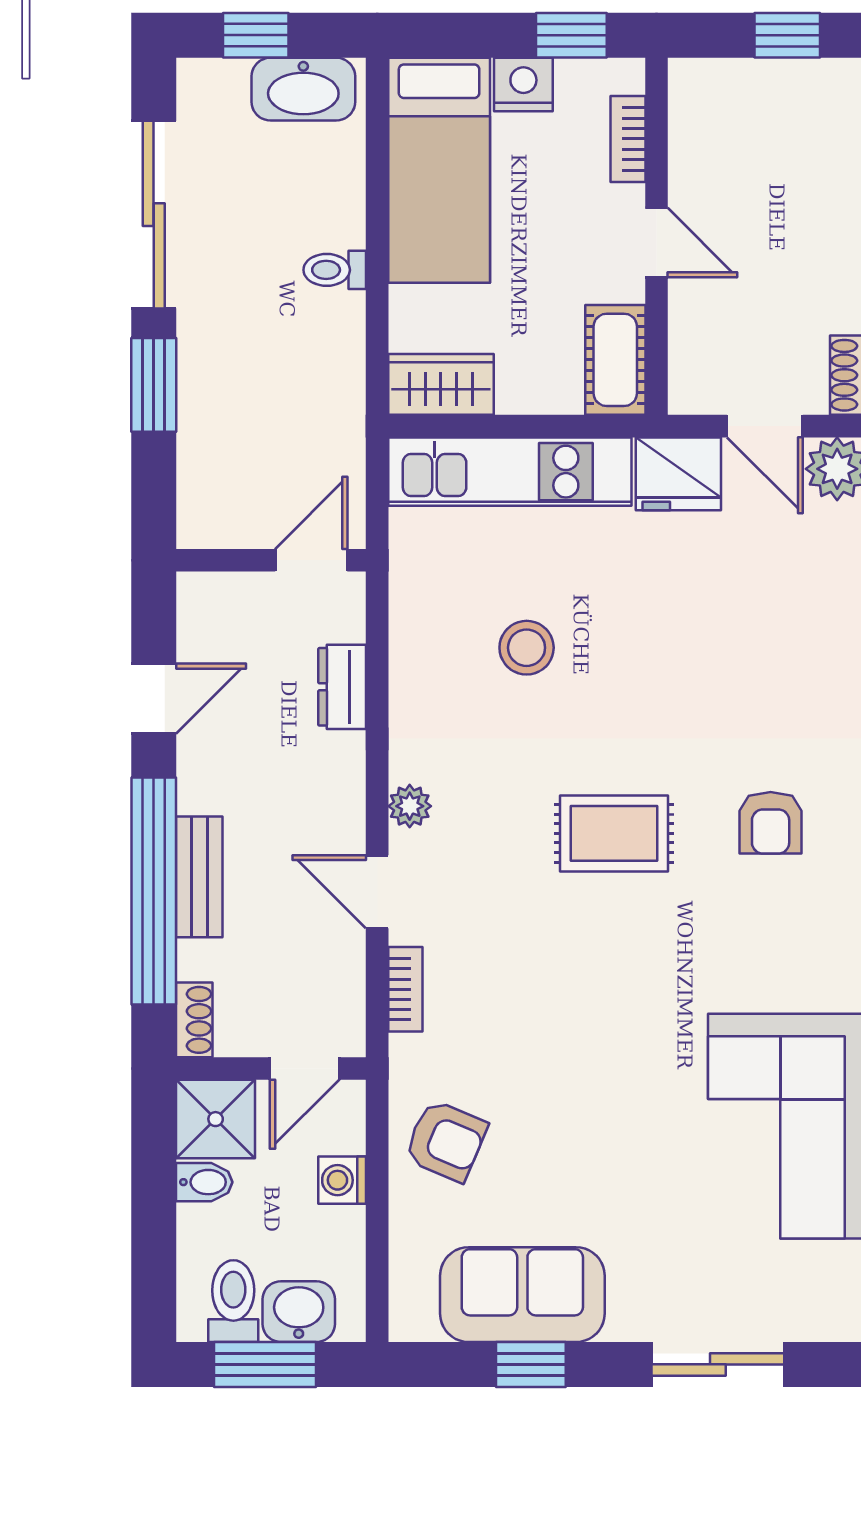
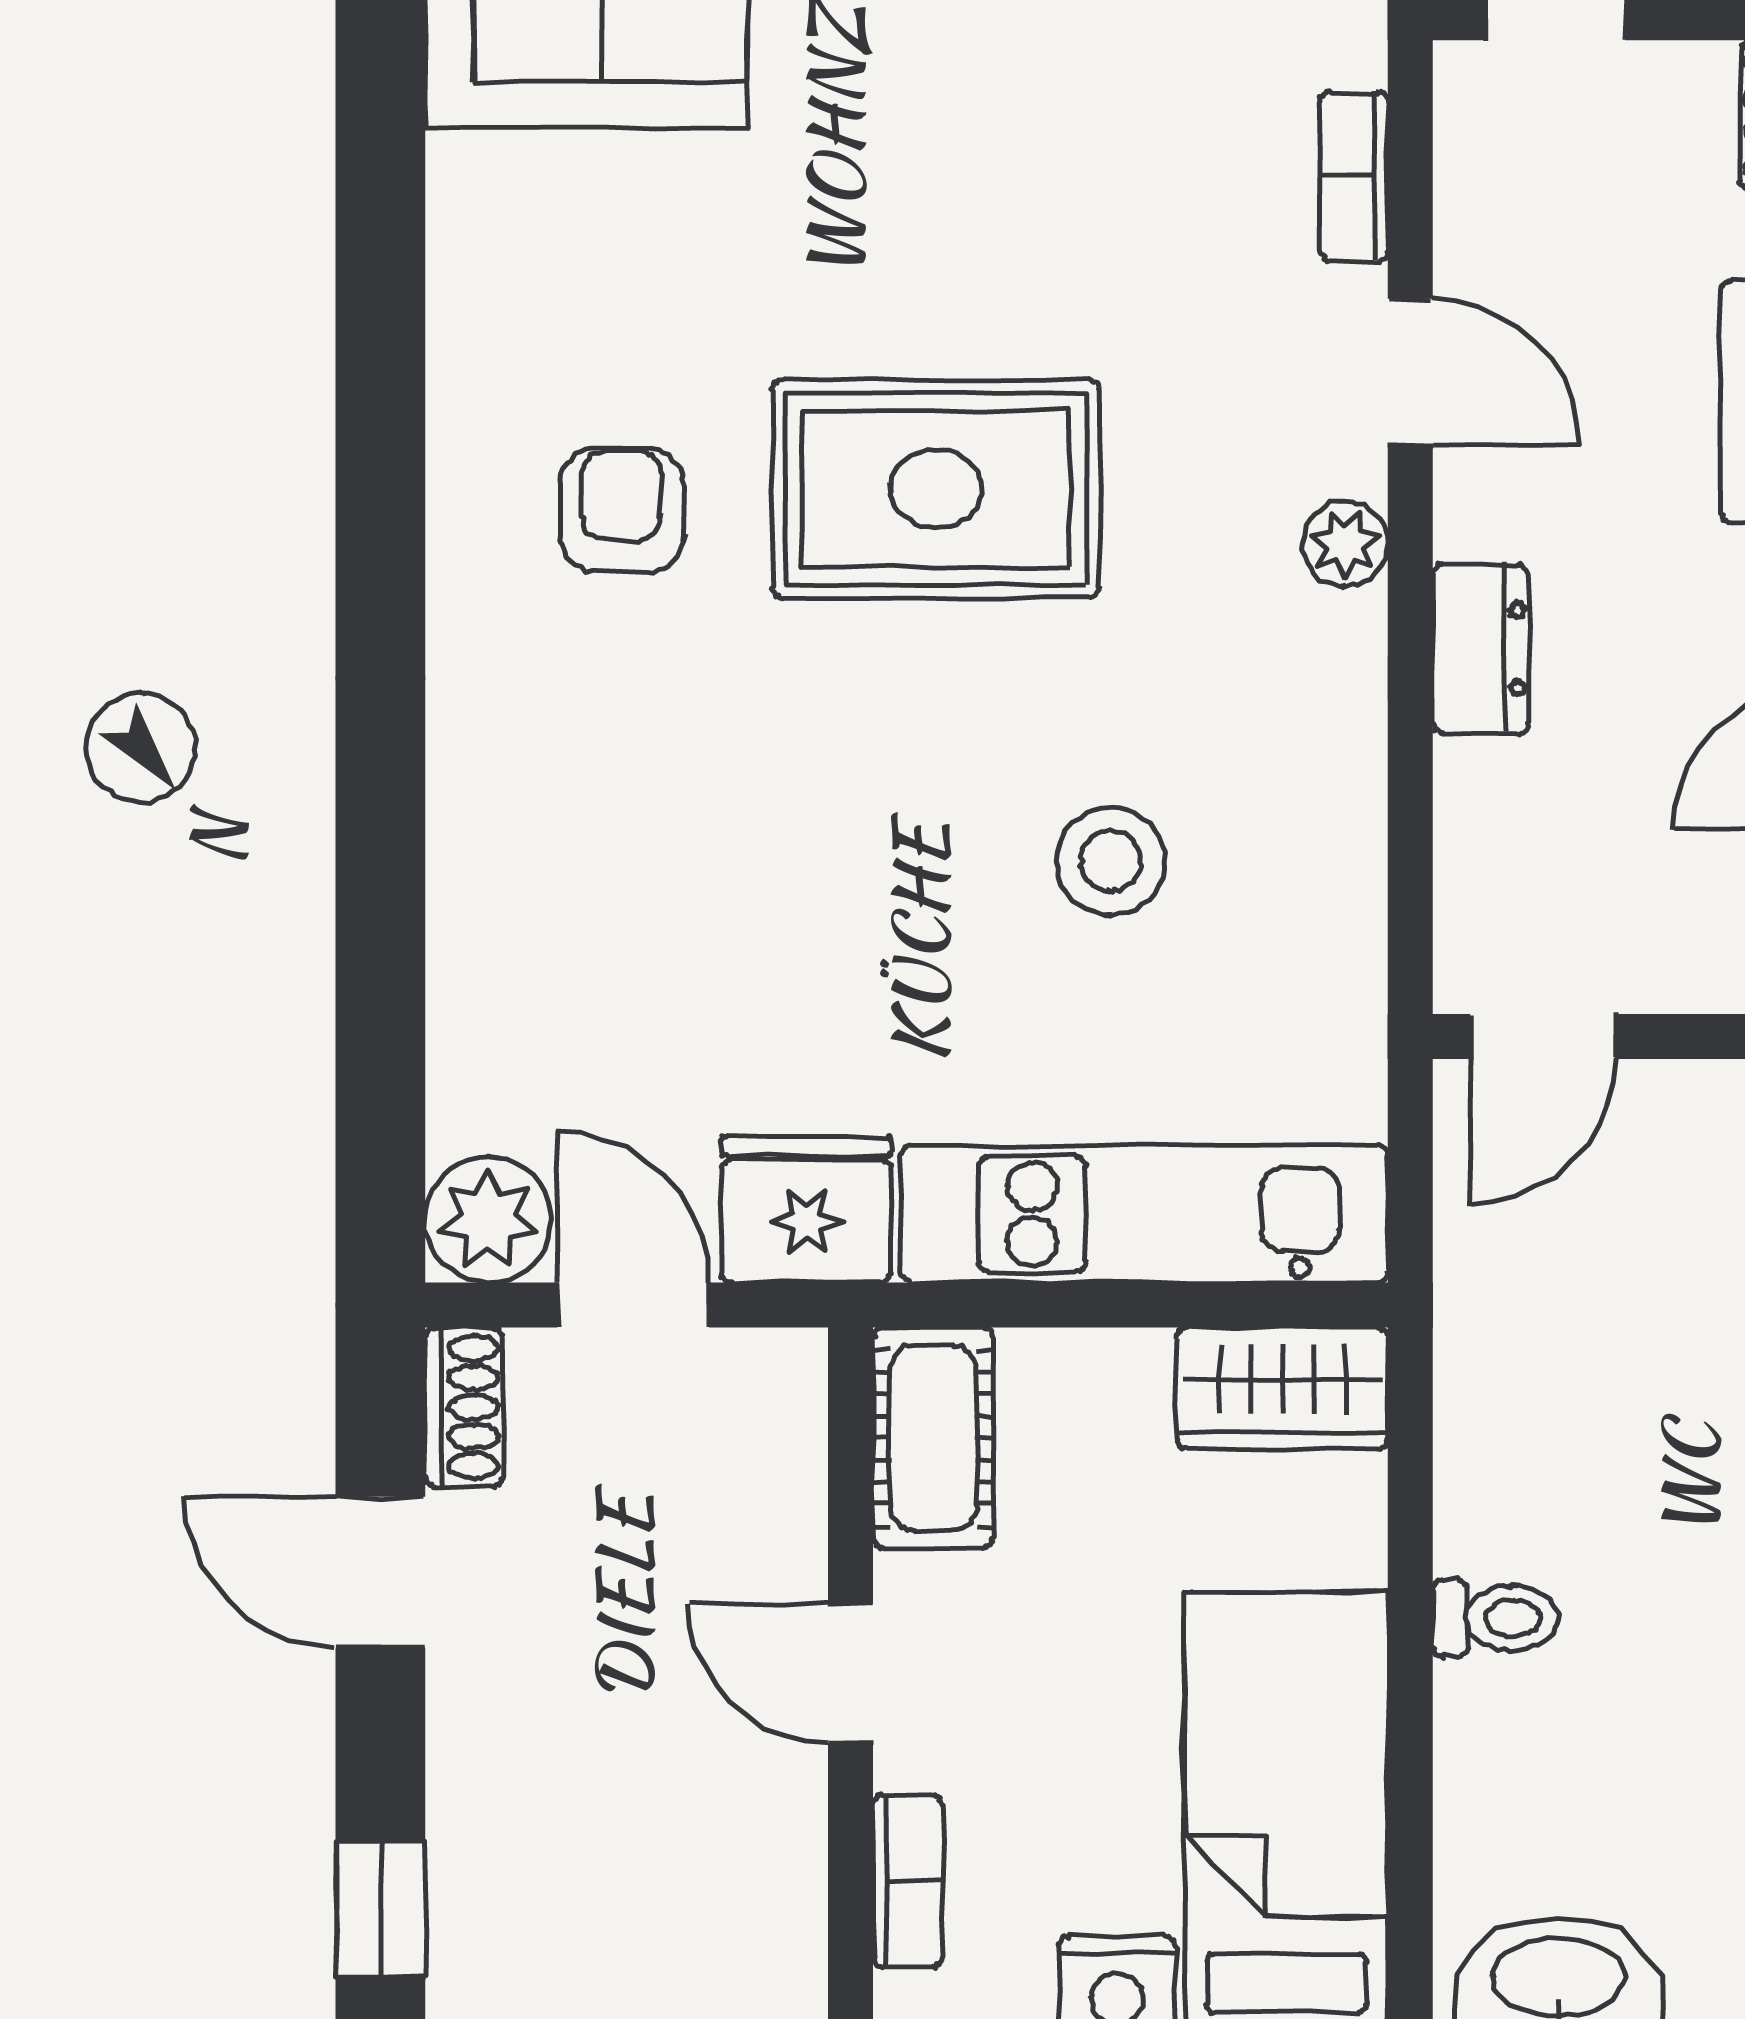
dresser: (342, 687) -> (1480, 649), moved
rug: (614, 833) -> (936, 489), width x1.36, depth x1.43

